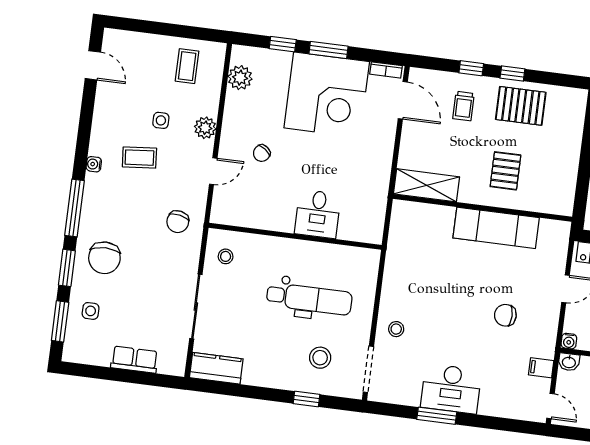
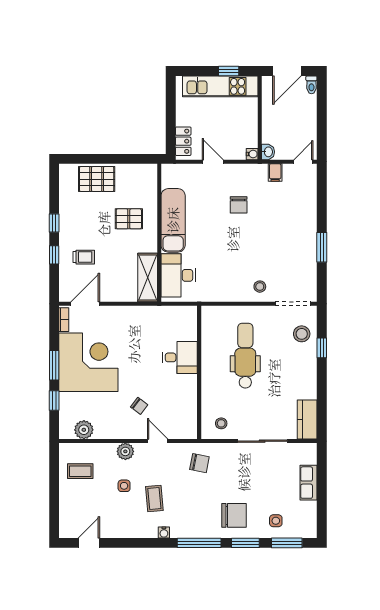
pallet: (521, 106) -> (97, 179), moved, turned 90
stool: (320, 358) -> (302, 334), moved
desk: (451, 389) -> (178, 275), moved, turned 180

